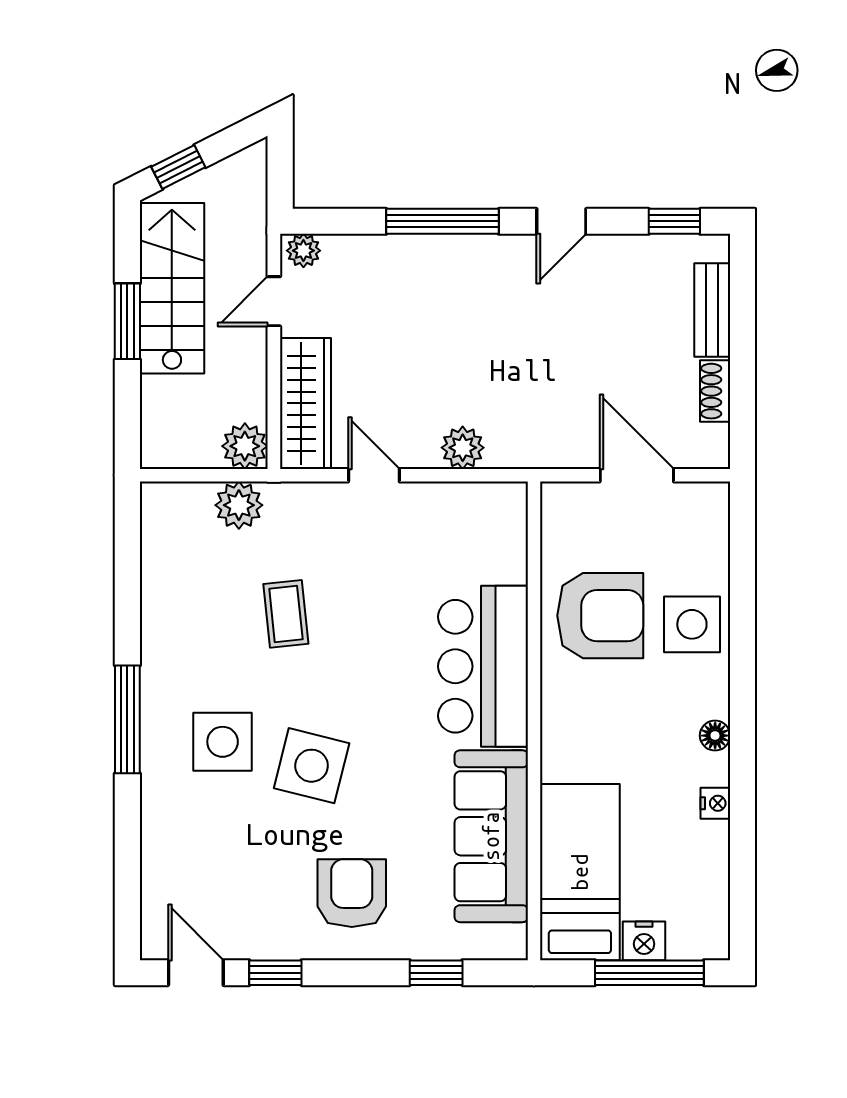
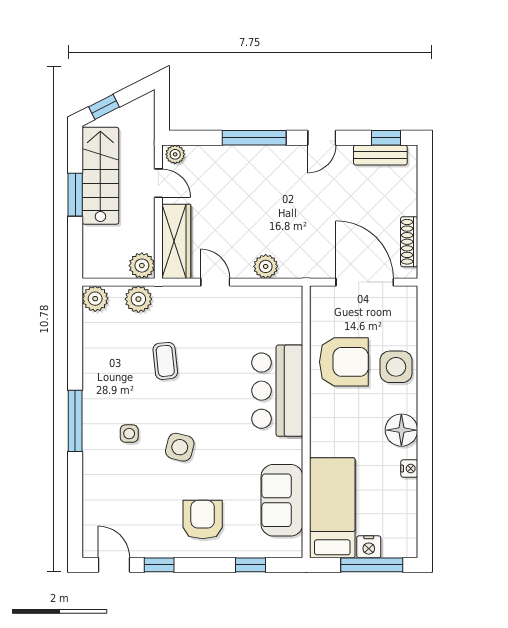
door: (274, 301) -> (158, 183), swing flipped
bench: (712, 310) -> (380, 155), moved, turned 90
shoe rack: (715, 391) -> (409, 242), width x1.43
door: (637, 475) -> (365, 282), width x1.36
plant: (163, 504) -> (95, 299), added
floor lamp: (715, 736) -> (401, 430), width x1.89, depth x1.89
side table: (223, 742) -> (129, 434), width x0.54, depth x0.54
side table: (312, 766) -> (180, 447), width x0.73, depth x0.73
sofa: (491, 836) -> (282, 500), width x0.73

